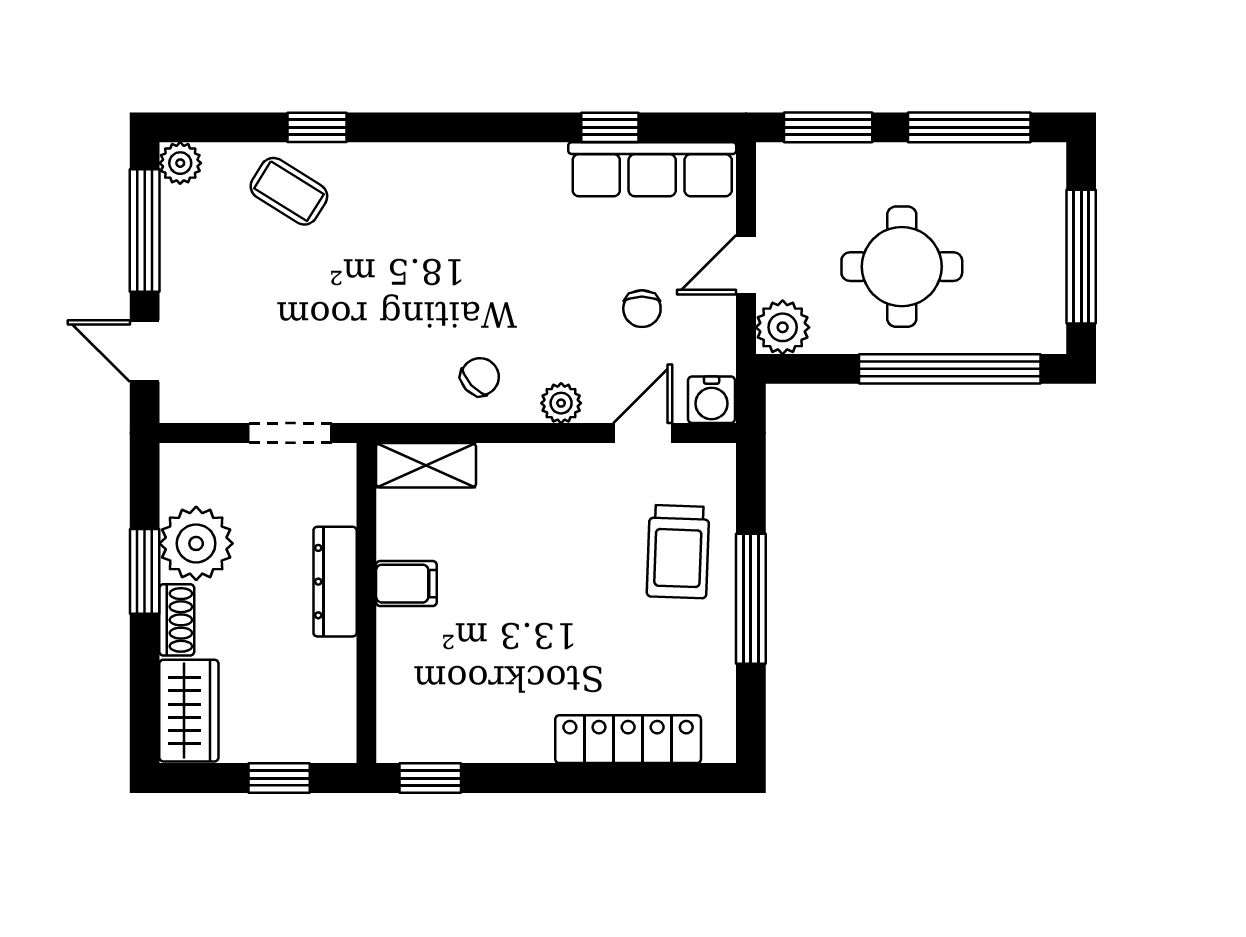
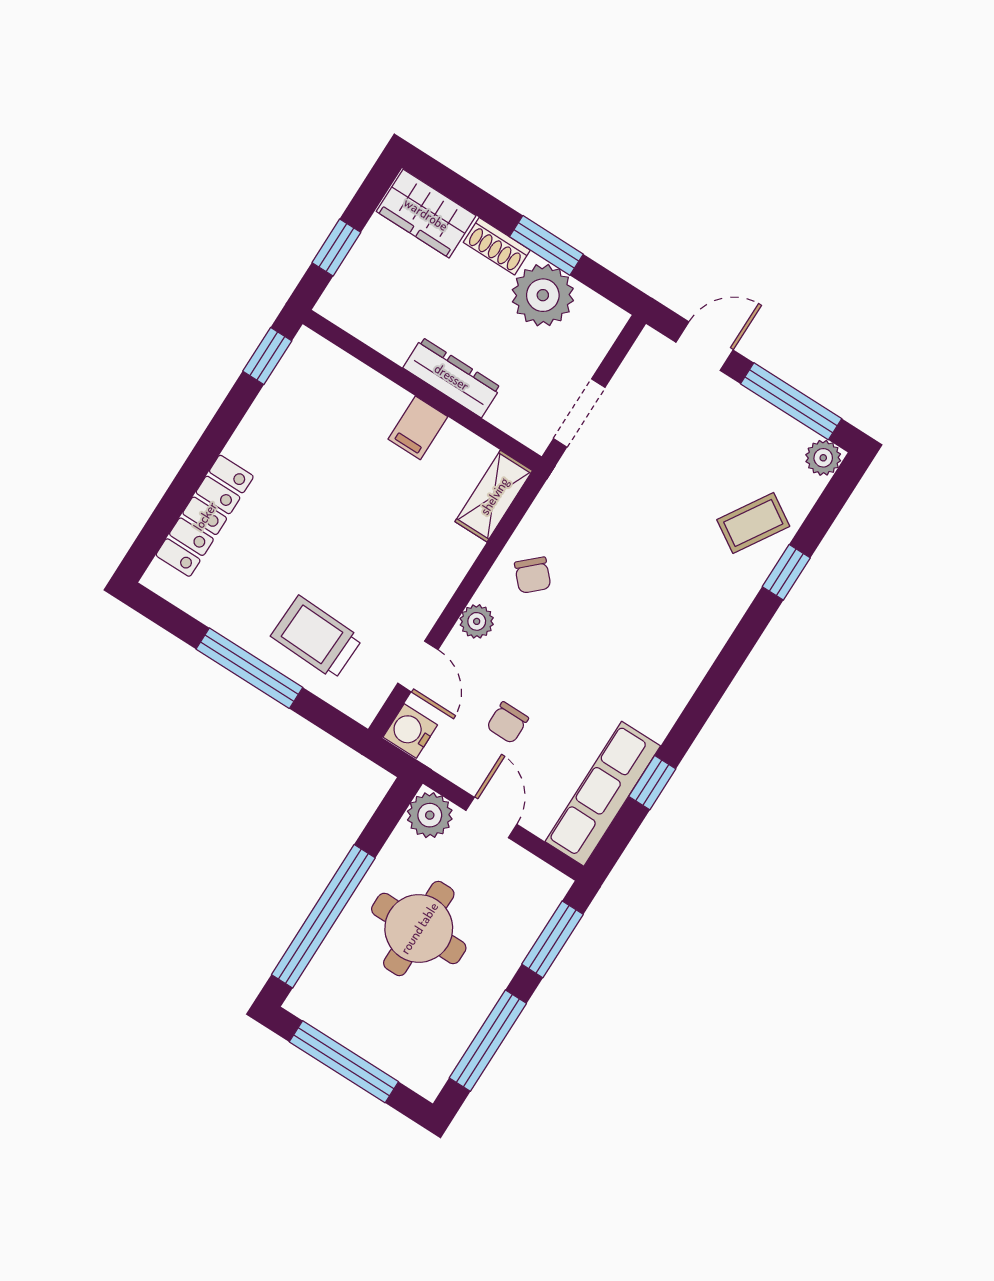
chair: (642, 309) -> (508, 723), turned -90

